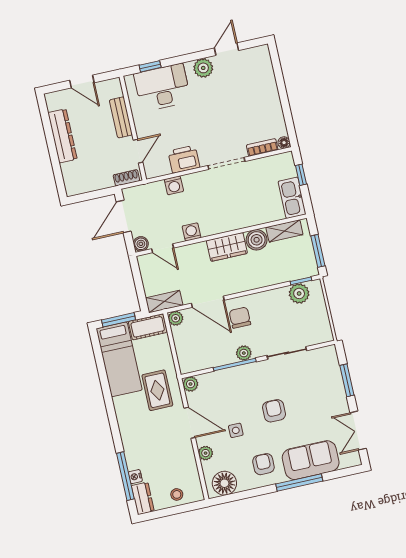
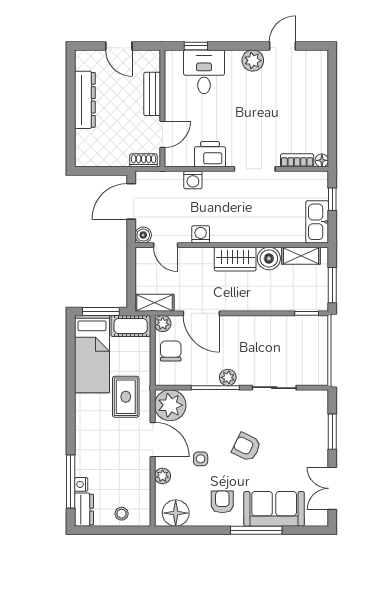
desk: (162, 88) -> (204, 72), width x0.73
plant: (299, 293) -> (302, 327), removed
chair: (240, 318) -> (171, 351), moved
plant: (190, 384) -> (170, 405), width x1.88, depth x1.88
armchair: (274, 411) -> (246, 447), turned -64

